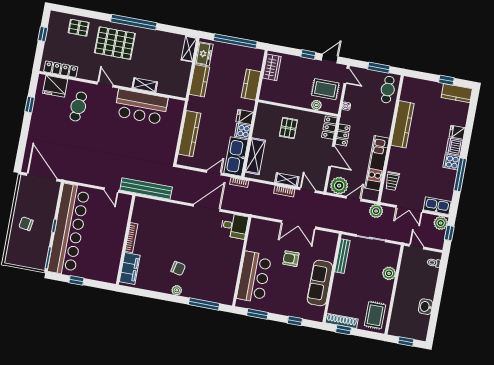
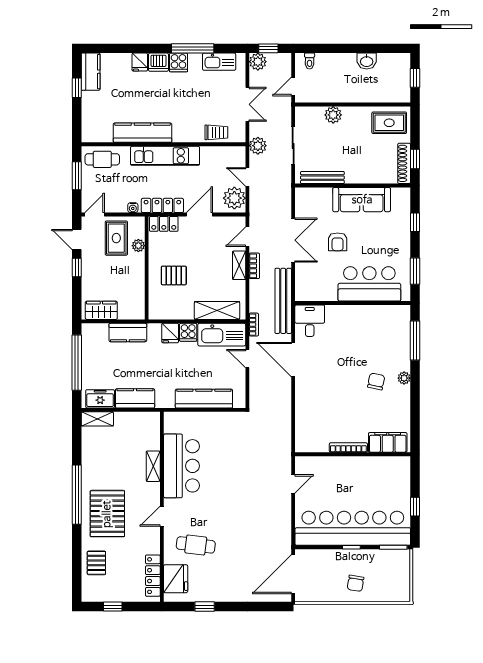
locker: (343, 135) -> (162, 205), width x1.53
kitchen unit: (377, 163) -> (165, 156), moved
bench: (146, 189) -> (283, 301), moved
kitchen sink: (437, 206) -> (219, 62), moved, turned -90

